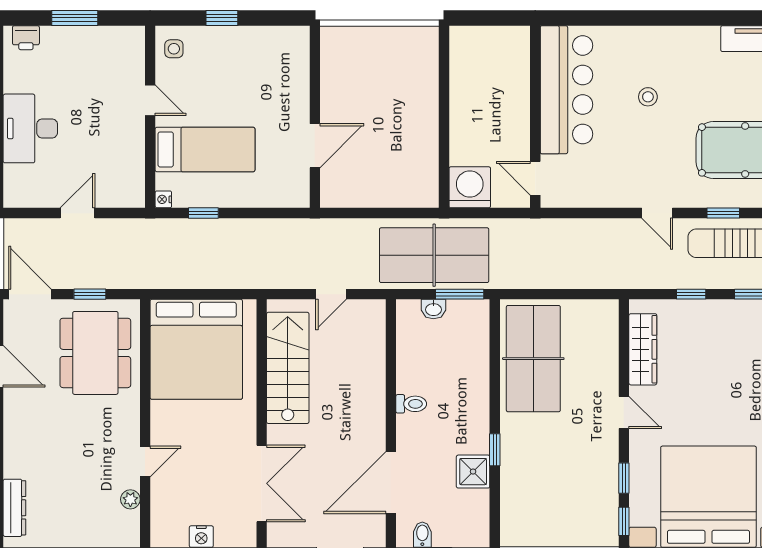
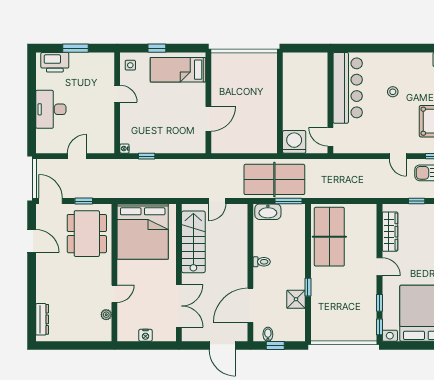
printer: (26, 38) -> (55, 62), width x1.87, depth x1.48
bed: (205, 149) -> (178, 70), moved, turned 180
washbasin: (433, 309) -> (268, 212), width x1.91, depth x1.45

